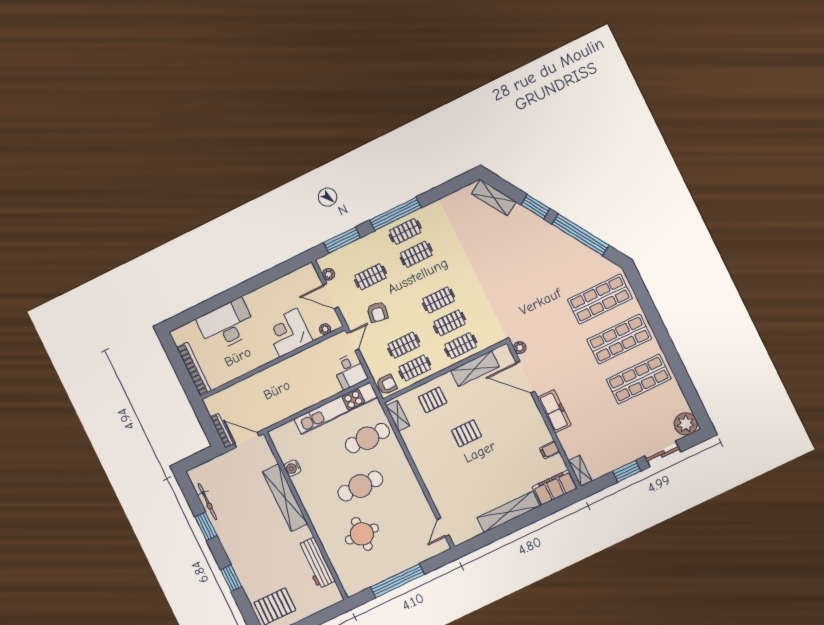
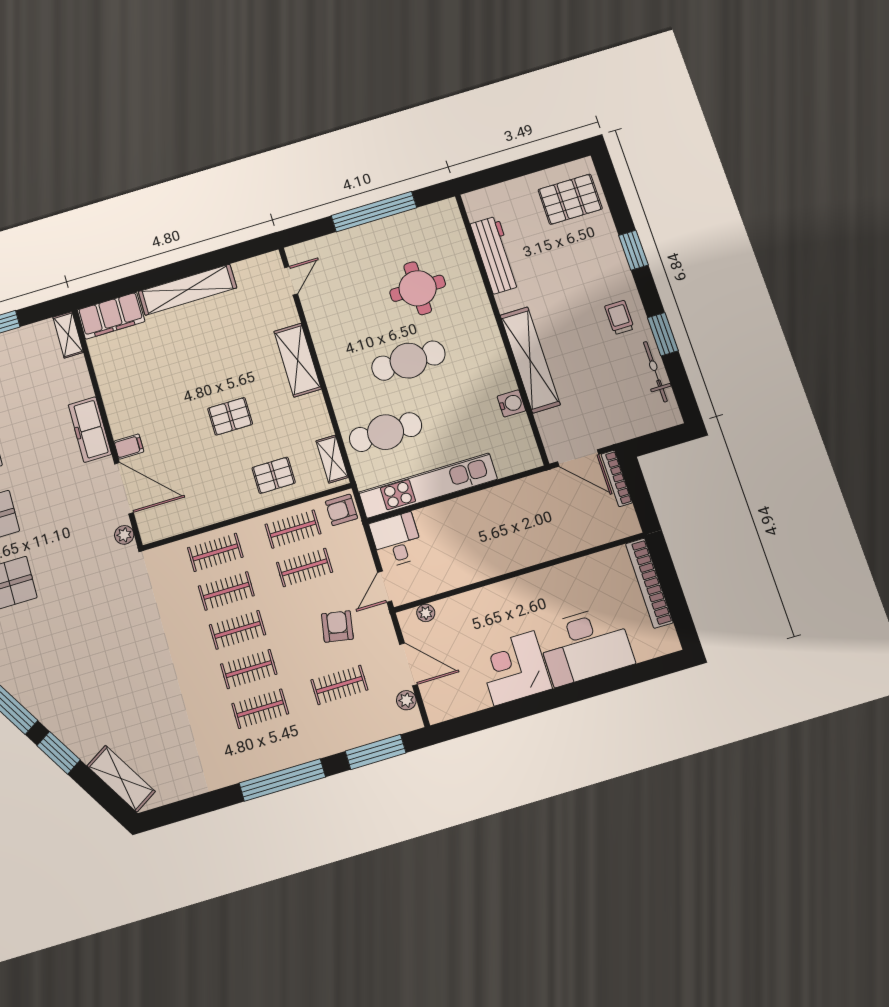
clothes rail: (405, 231) -> (249, 669), moved
corner desk: (289, 332) -> (514, 668), moved, turned 180
shelving: (475, 369) -> (298, 360), moved, turned 90
filing cabinet: (550, 450) -> (129, 447), moved
trolley: (234, 533) -> (619, 318), added

